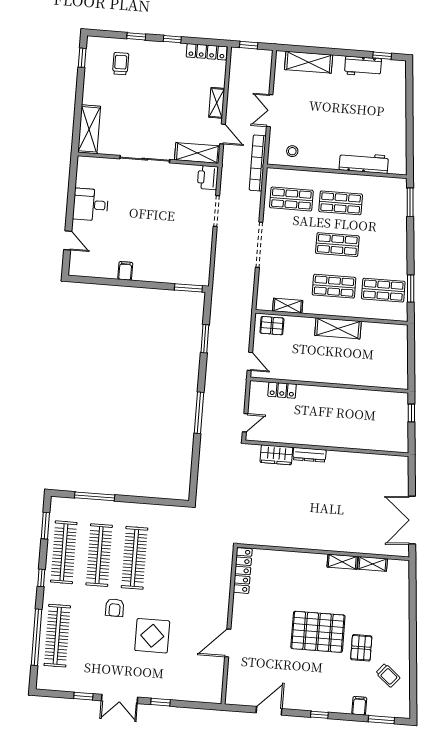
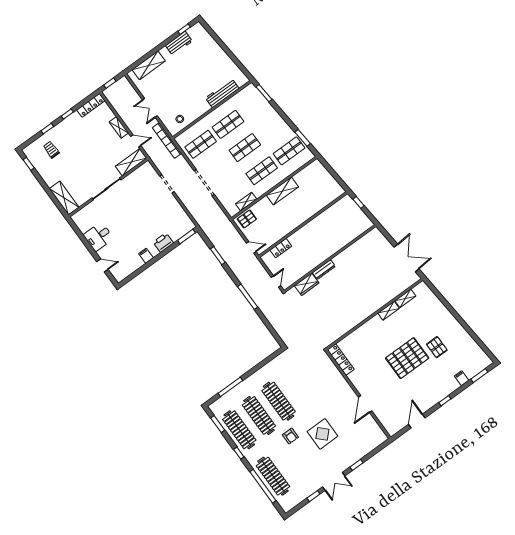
printer: (208, 177) -> (163, 243), moved, turned 90
double door: (412, 520) -> (406, 258), swing flipped
trolley: (388, 675) -> (463, 350), removed

